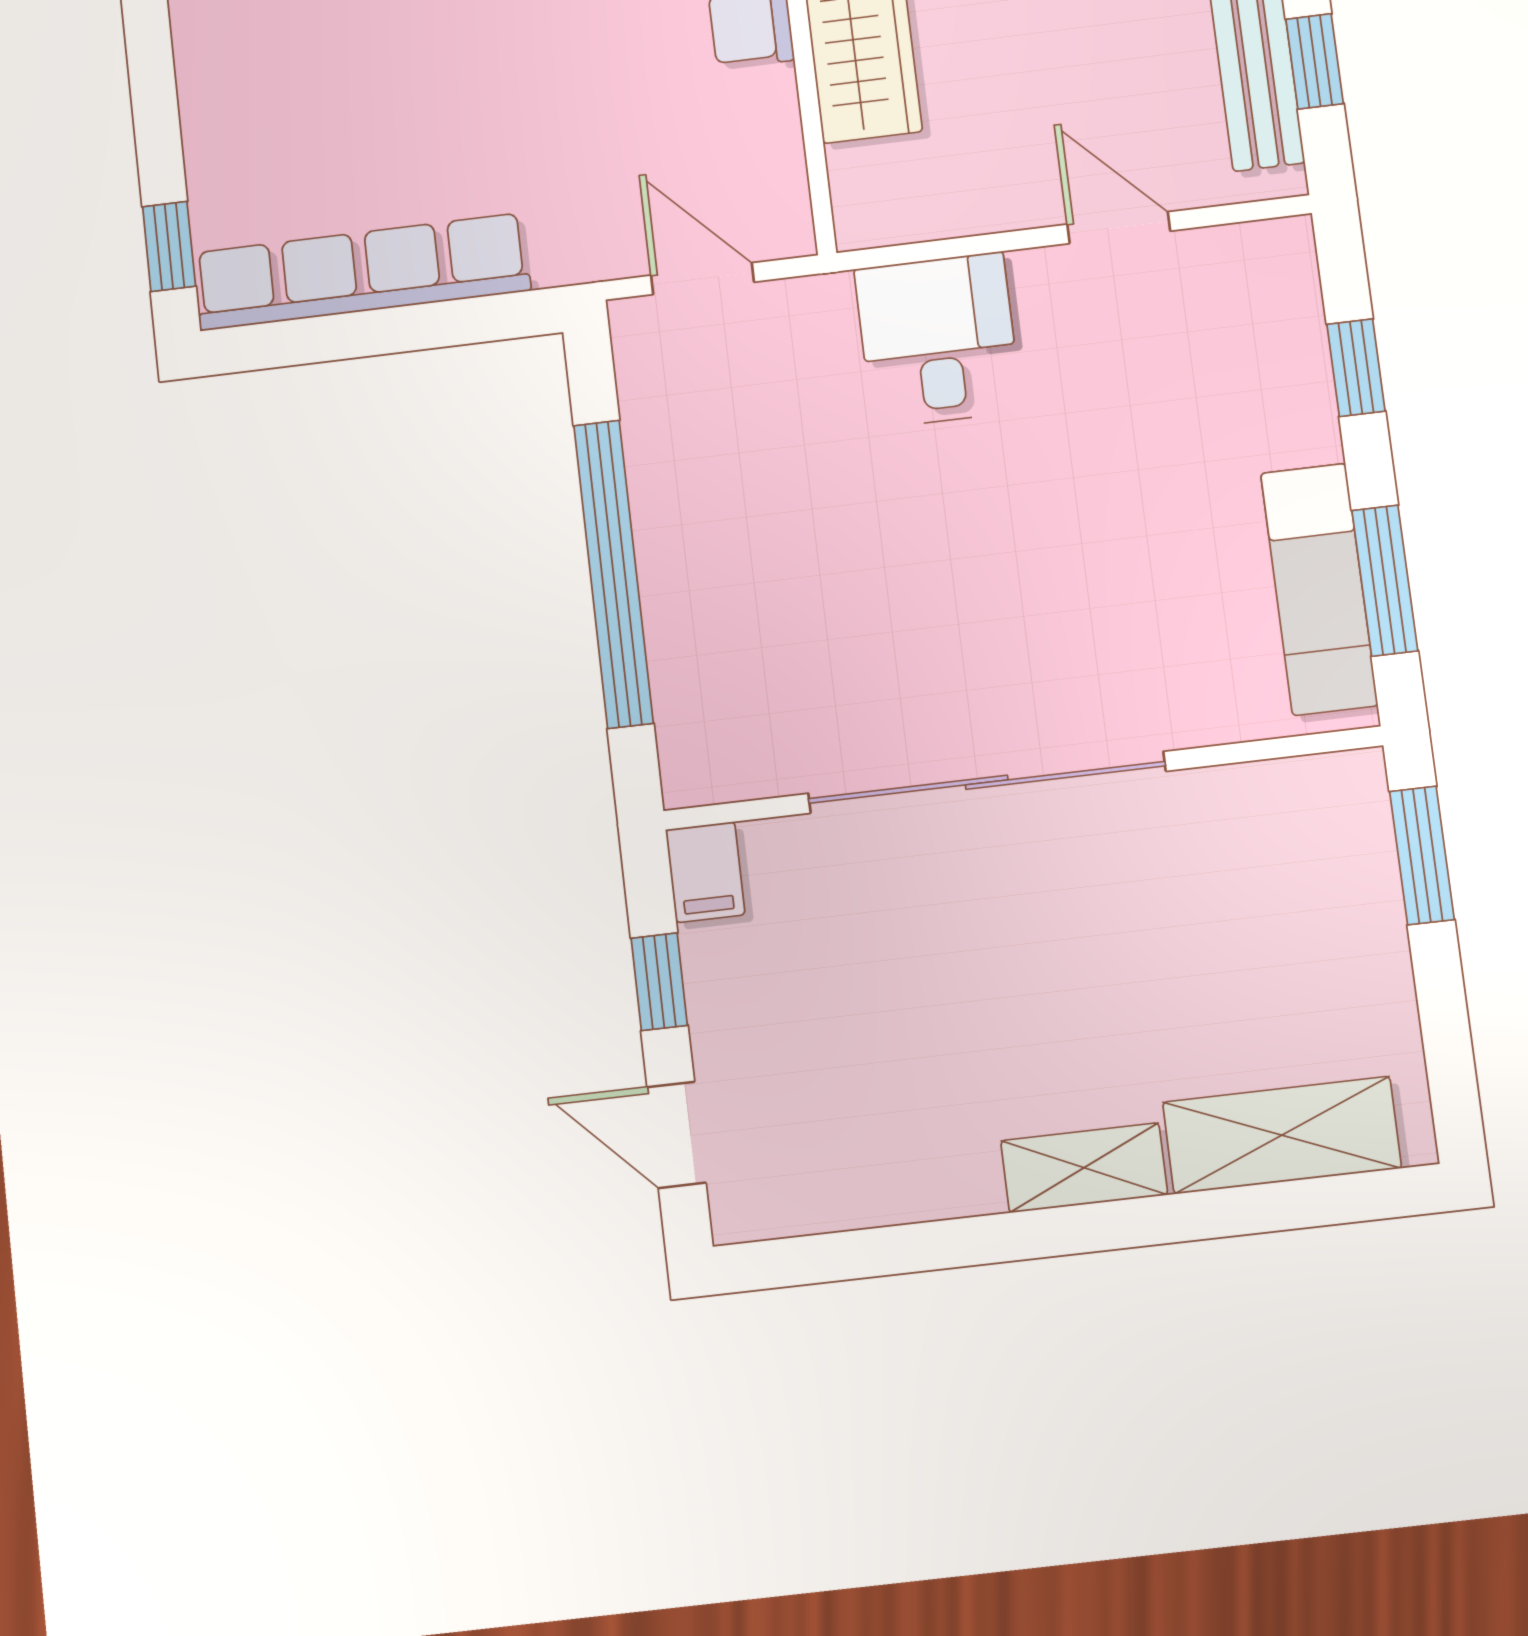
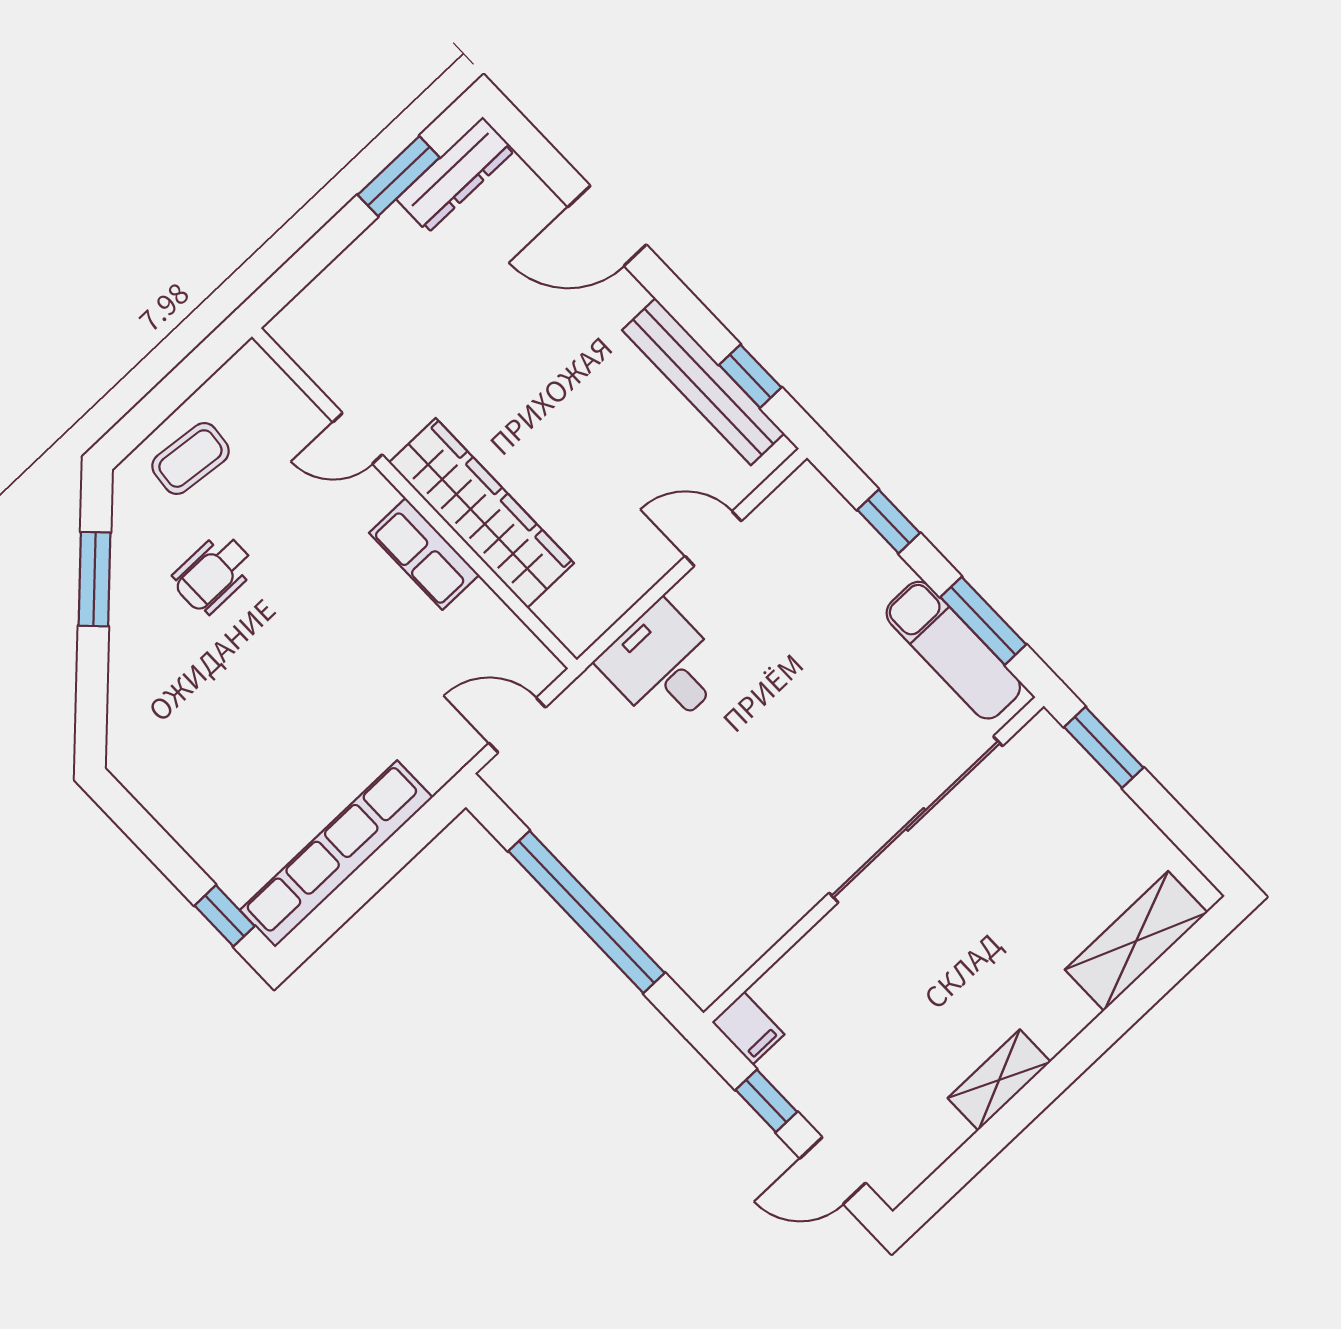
sliding door: (987, 782) -> (916, 819), moved
shelving: (1084, 1168) -> (999, 1080), moved

